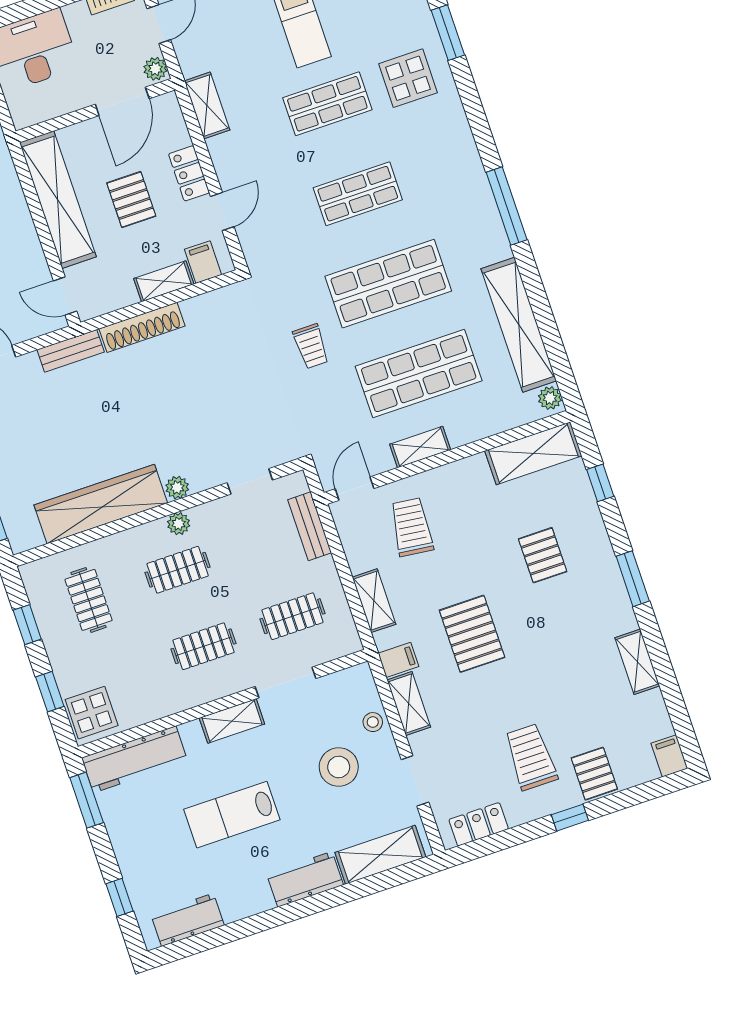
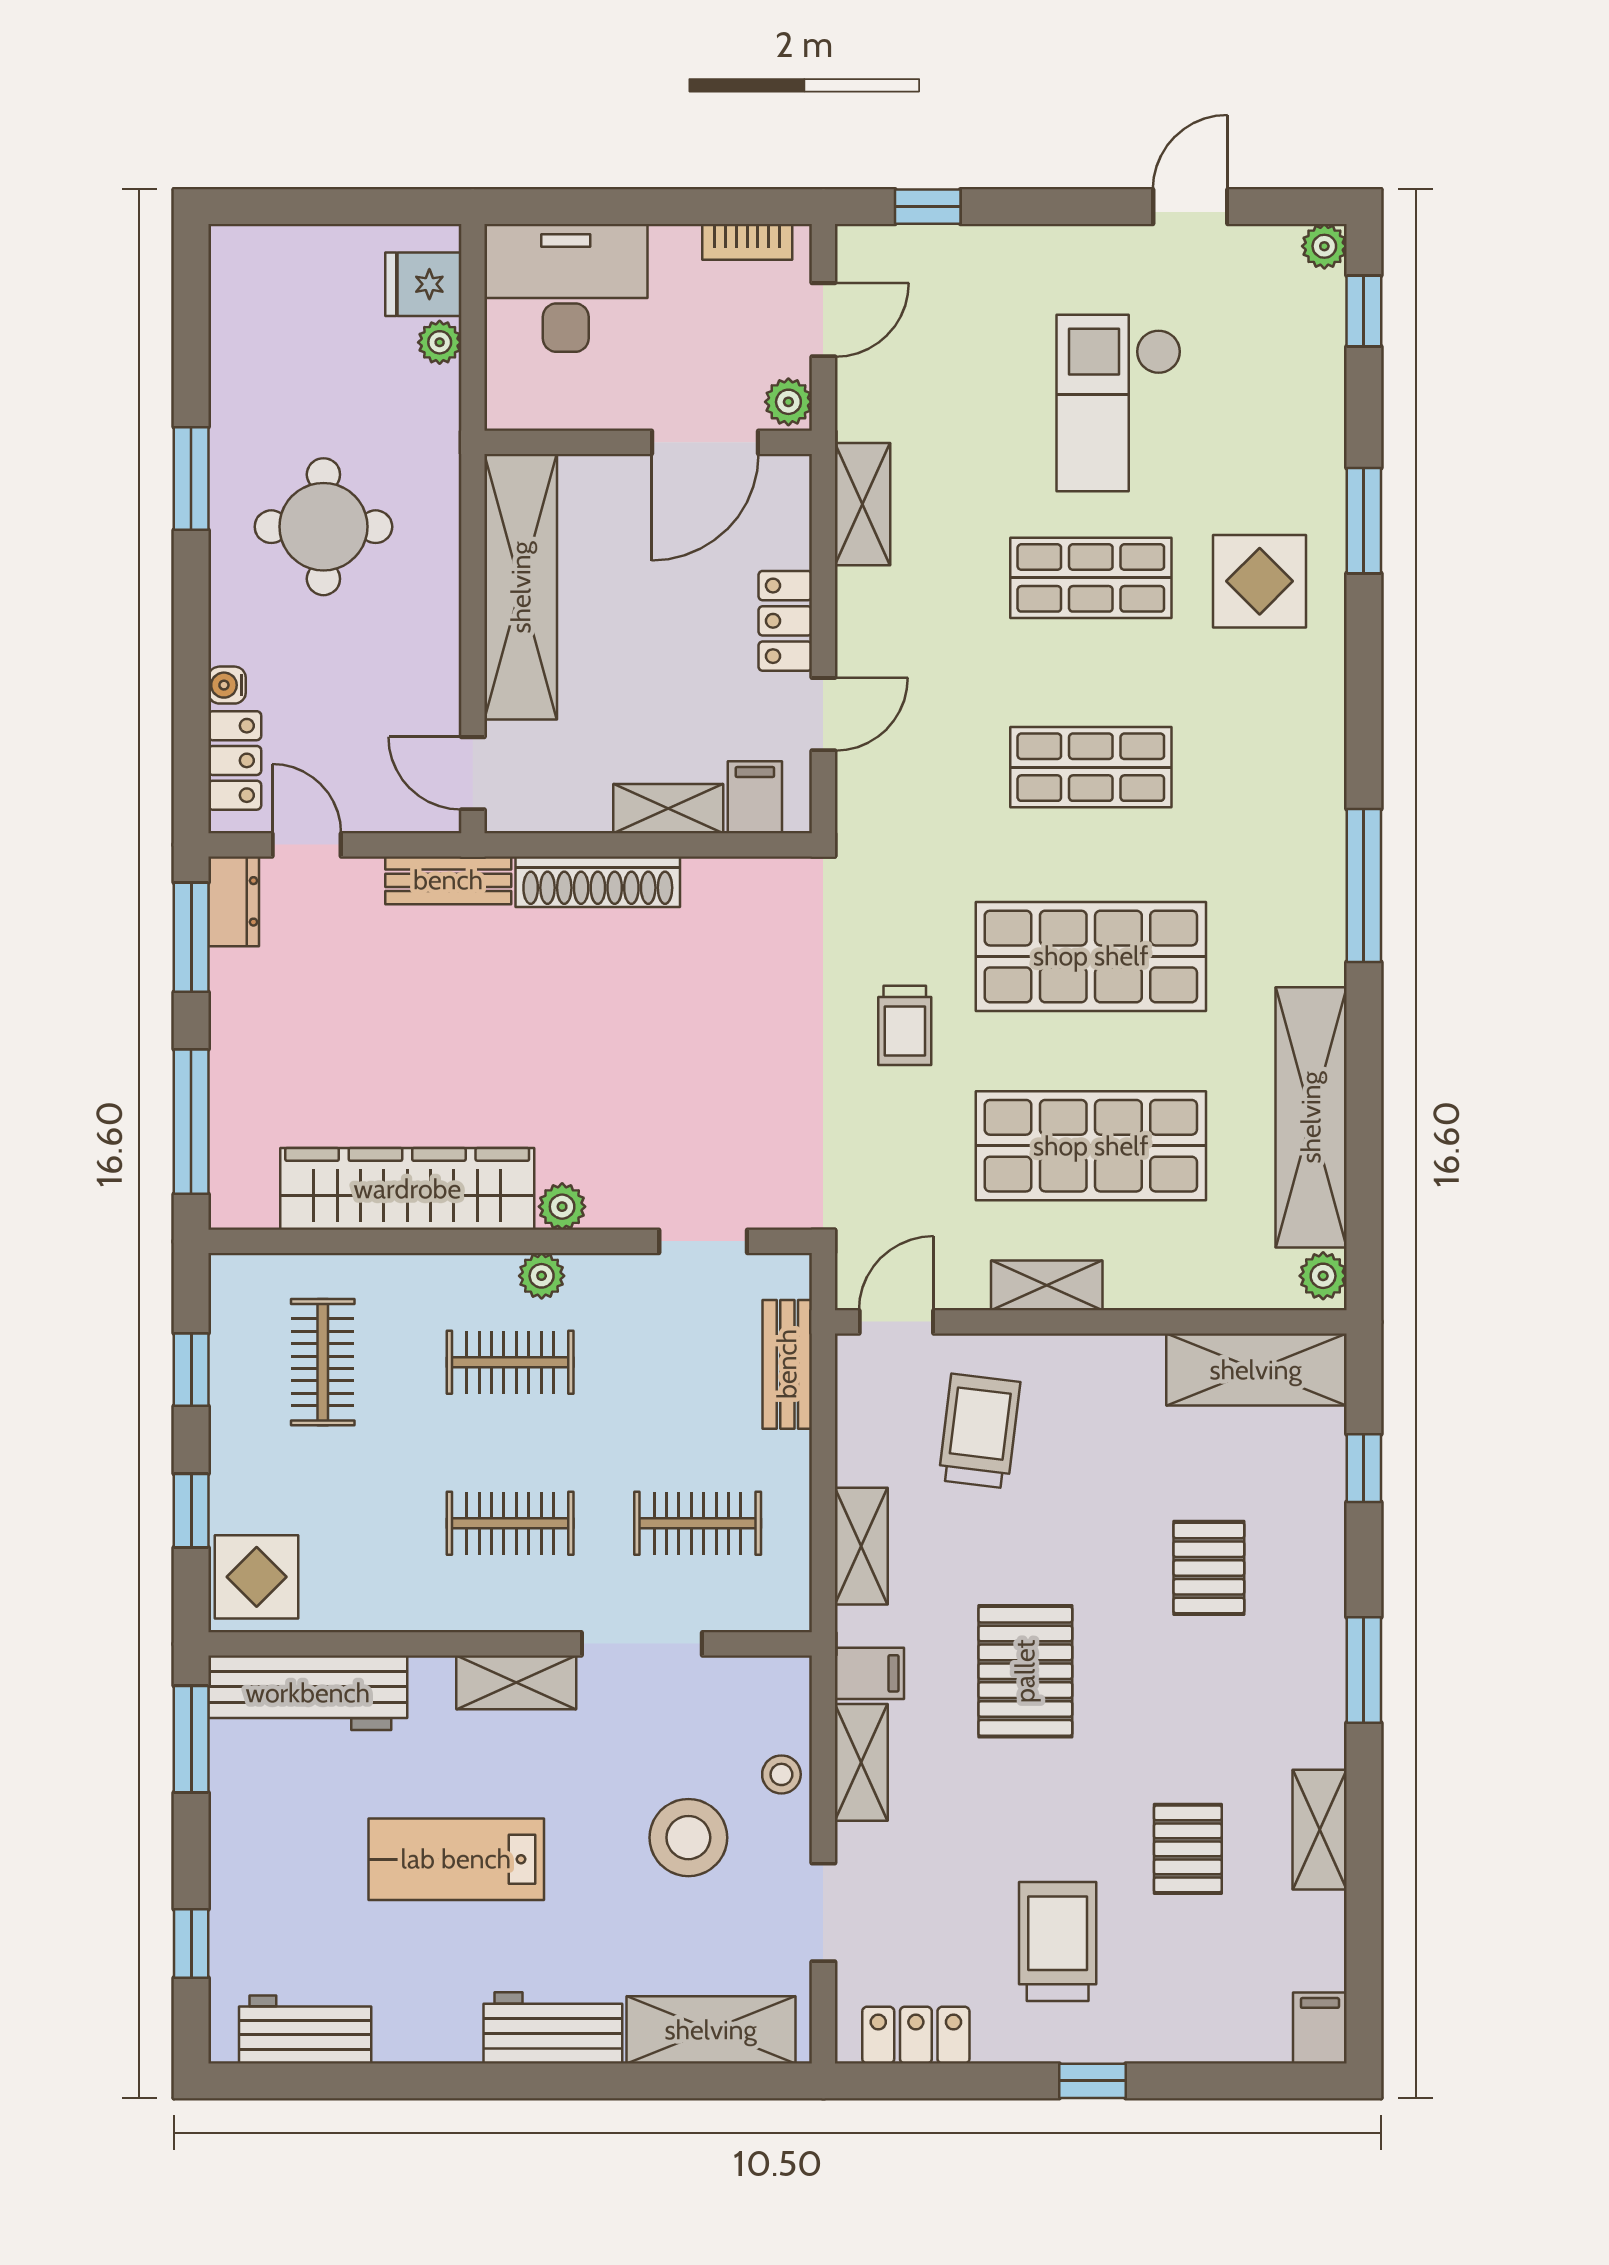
pallet: (131, 200) -> (659, 633), removed
pallet: (594, 774) -> (1188, 1849), moved

